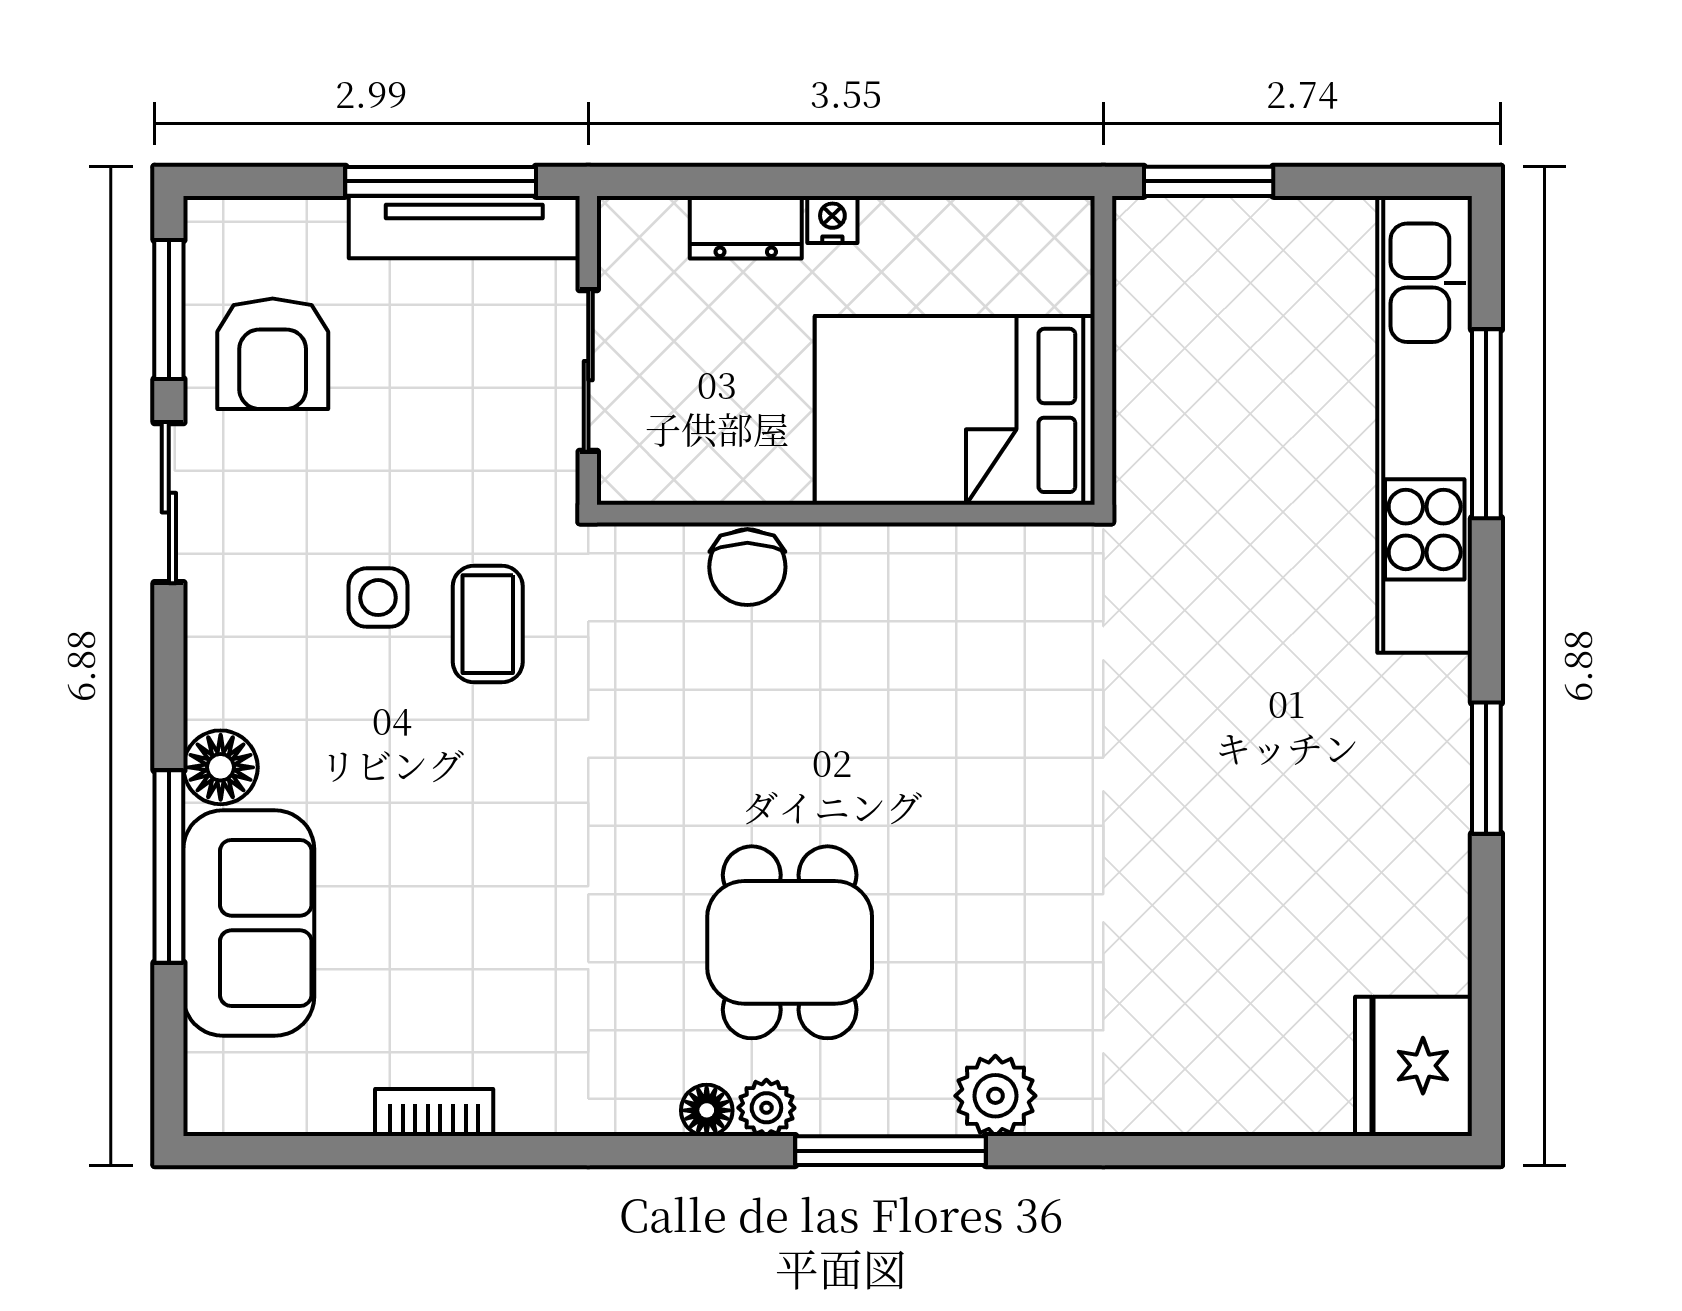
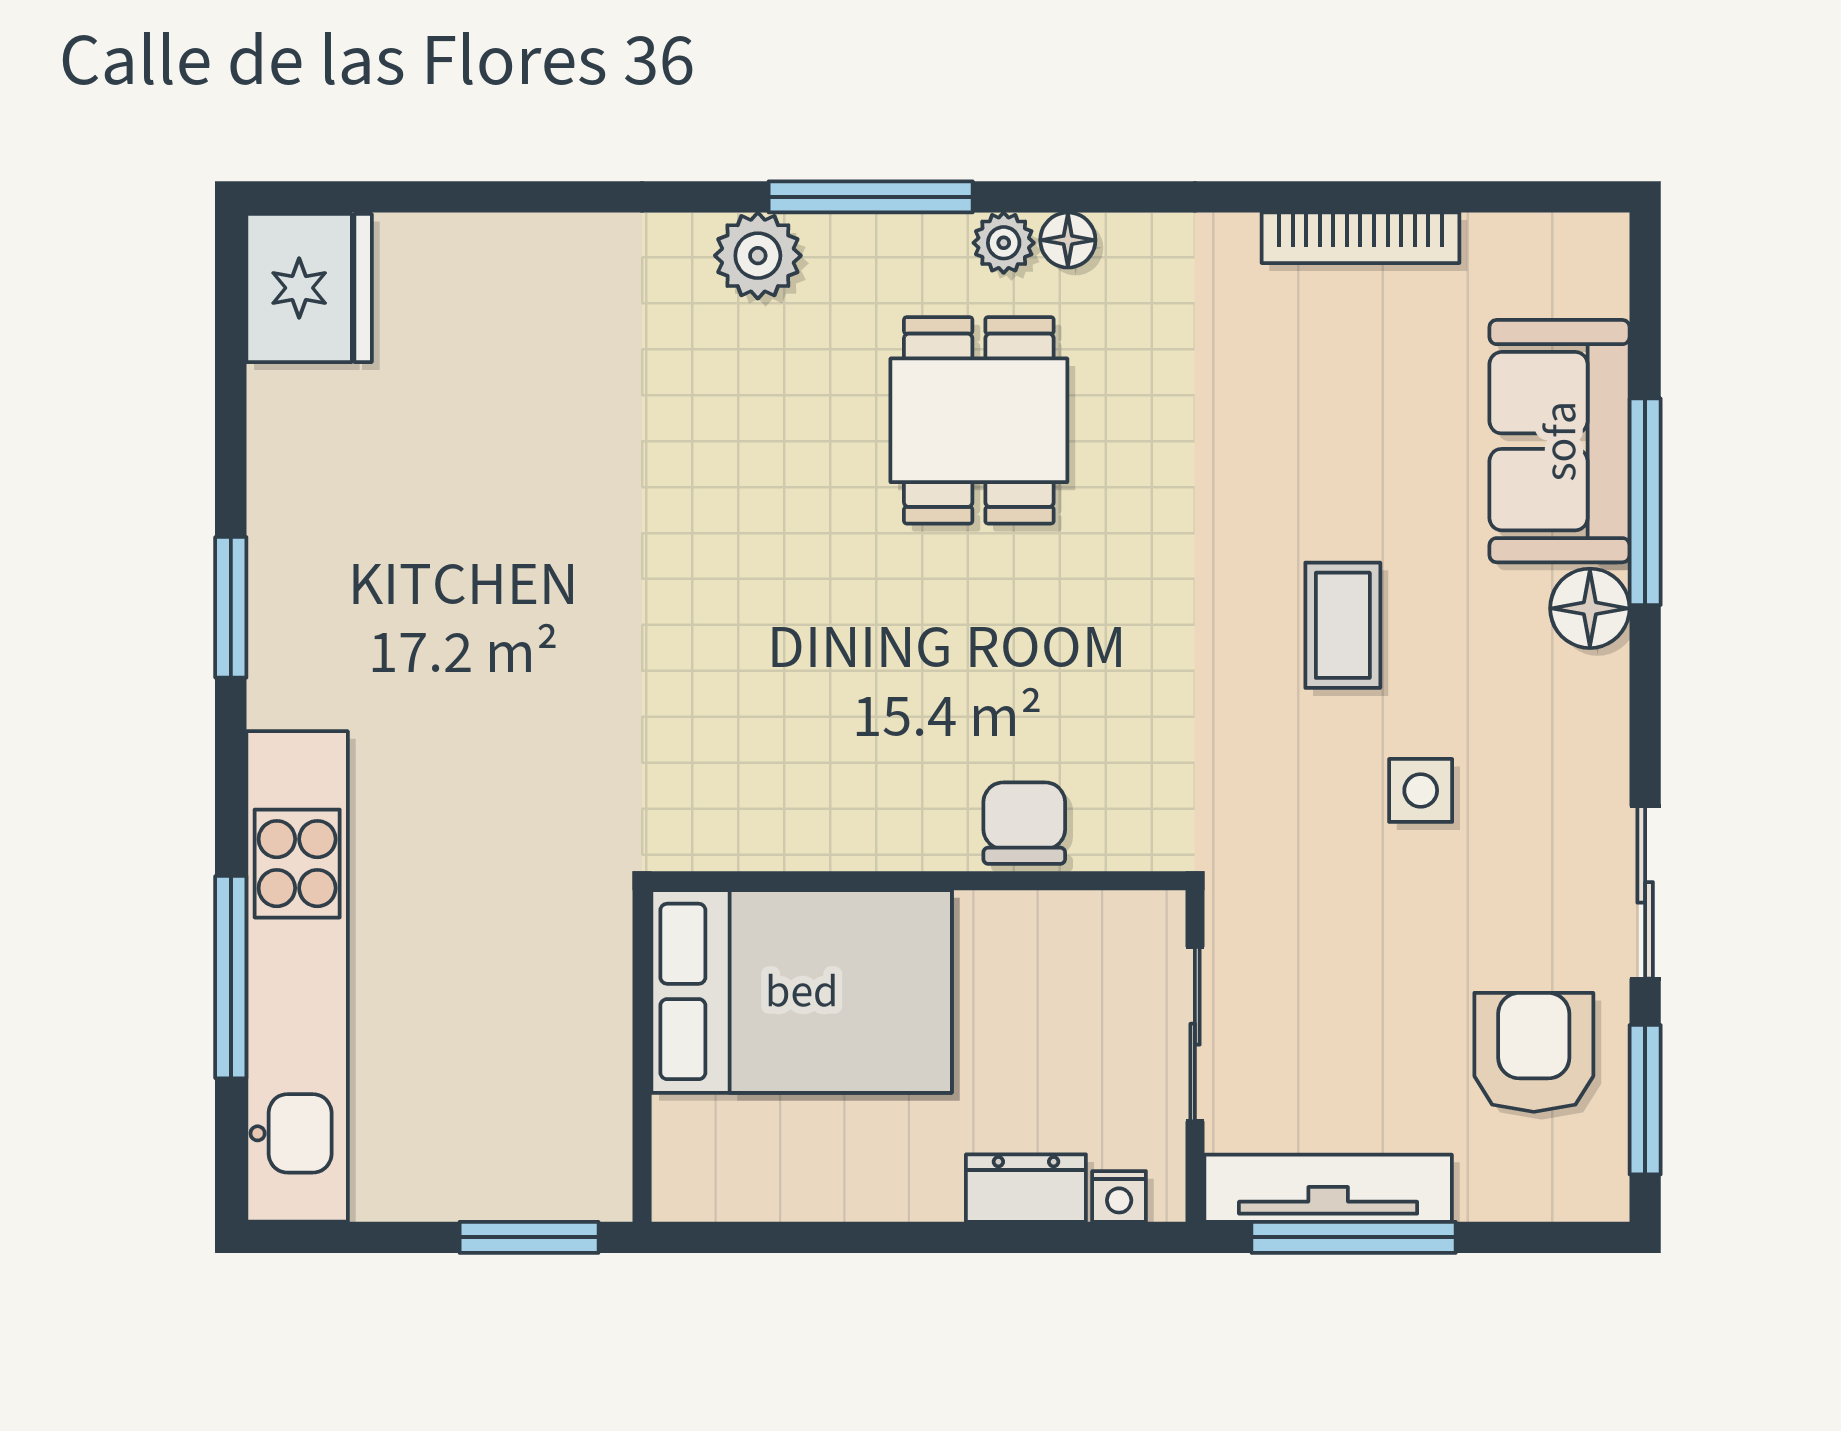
nightstand: (832, 219) -> (1119, 1196), moved
coffee table: (488, 624) -> (1343, 625), moved
bookcase: (434, 1112) -> (1360, 238), width x1.56

